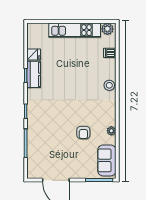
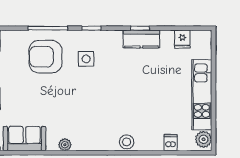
fridge: (34, 55) -> (182, 39), moved
side table: (48, 115) -> (86, 59), added
armchair: (83, 132) -> (45, 57), moved, width x1.88, depth x1.88

